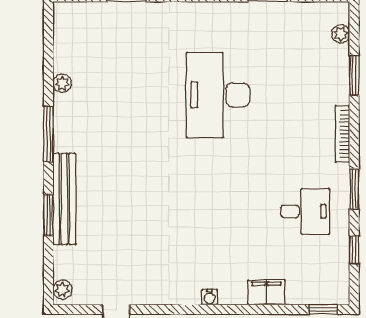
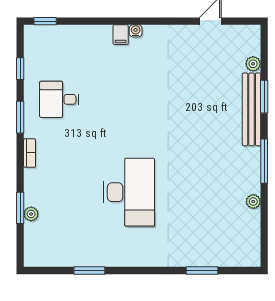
plant: (341, 34) -> (31, 214), moved
bookcase: (342, 134) -> (30, 153), width x0.64
plant: (62, 290) -> (253, 64), moved
filing cabinet: (266, 292) -> (121, 35), moved, width x0.50

